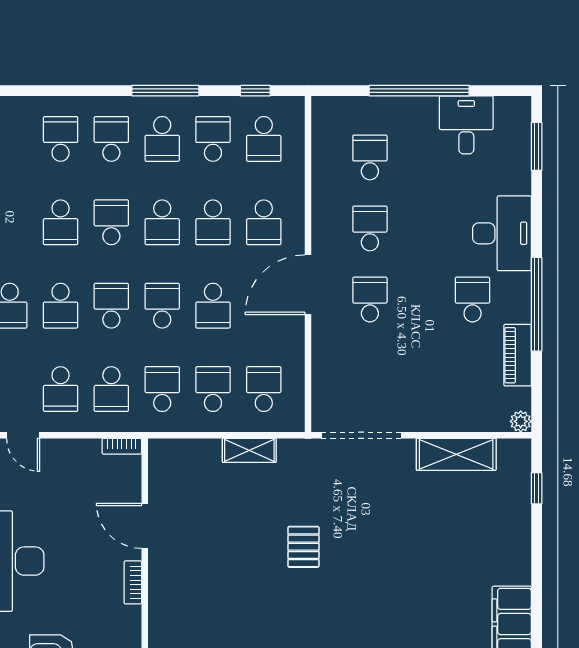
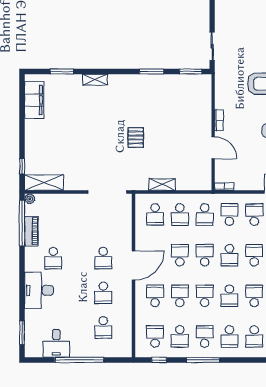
window: (537, 304) -> (22, 223), moved
school desk: (162, 306) -> (205, 255), turned 180
shelving: (456, 454) -> (44, 183), moved

